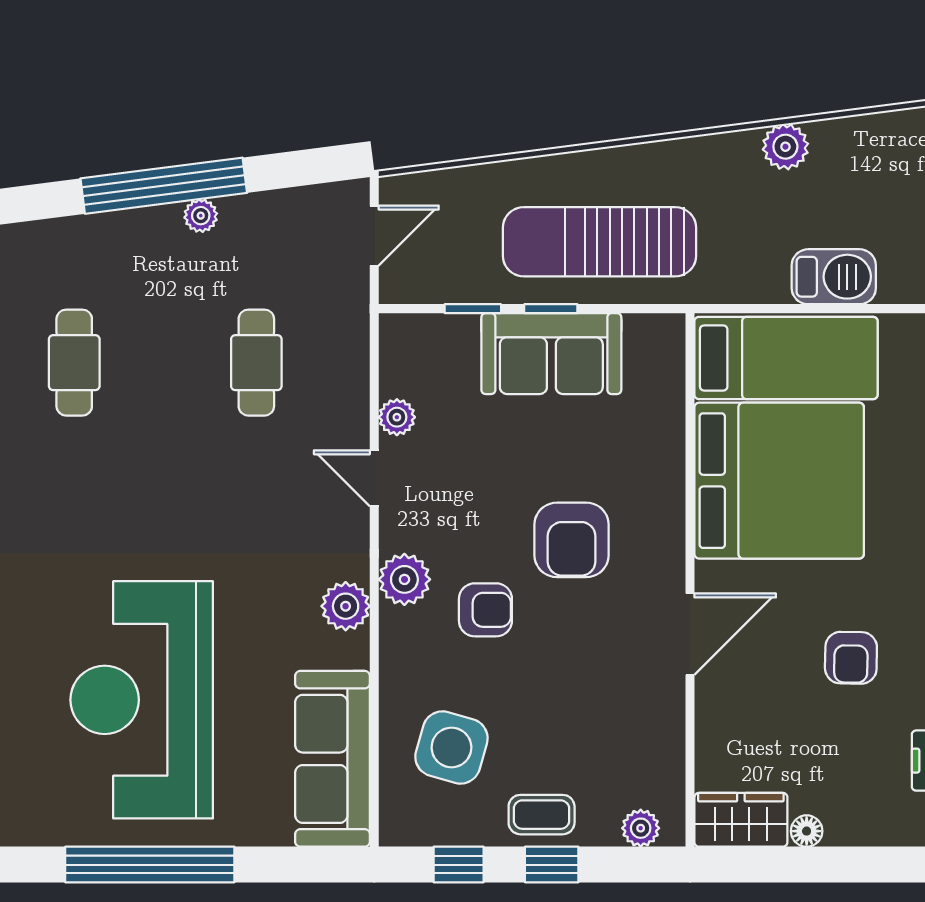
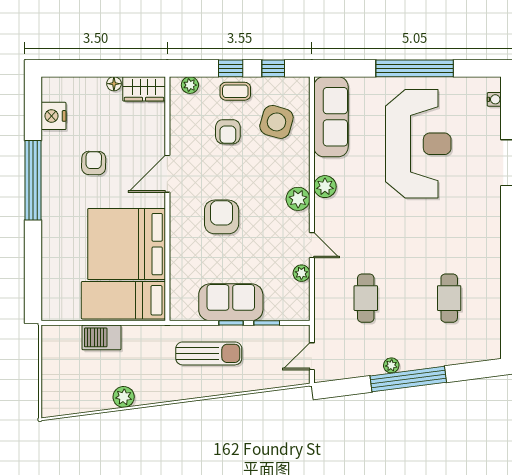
sun lounger: (599, 242) -> (209, 353), width x0.73, depth x0.75
armchair: (485, 610) -> (228, 132), moved, turned -90

